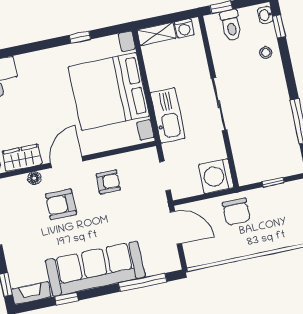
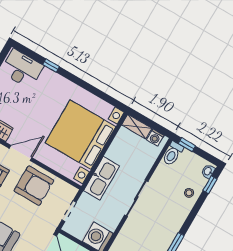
toilet: (231, 25) -> (173, 153), moved
window: (80, 37) -> (51, 66), moved
armchair: (108, 182) -> (34, 186), width x1.88, depth x1.88

